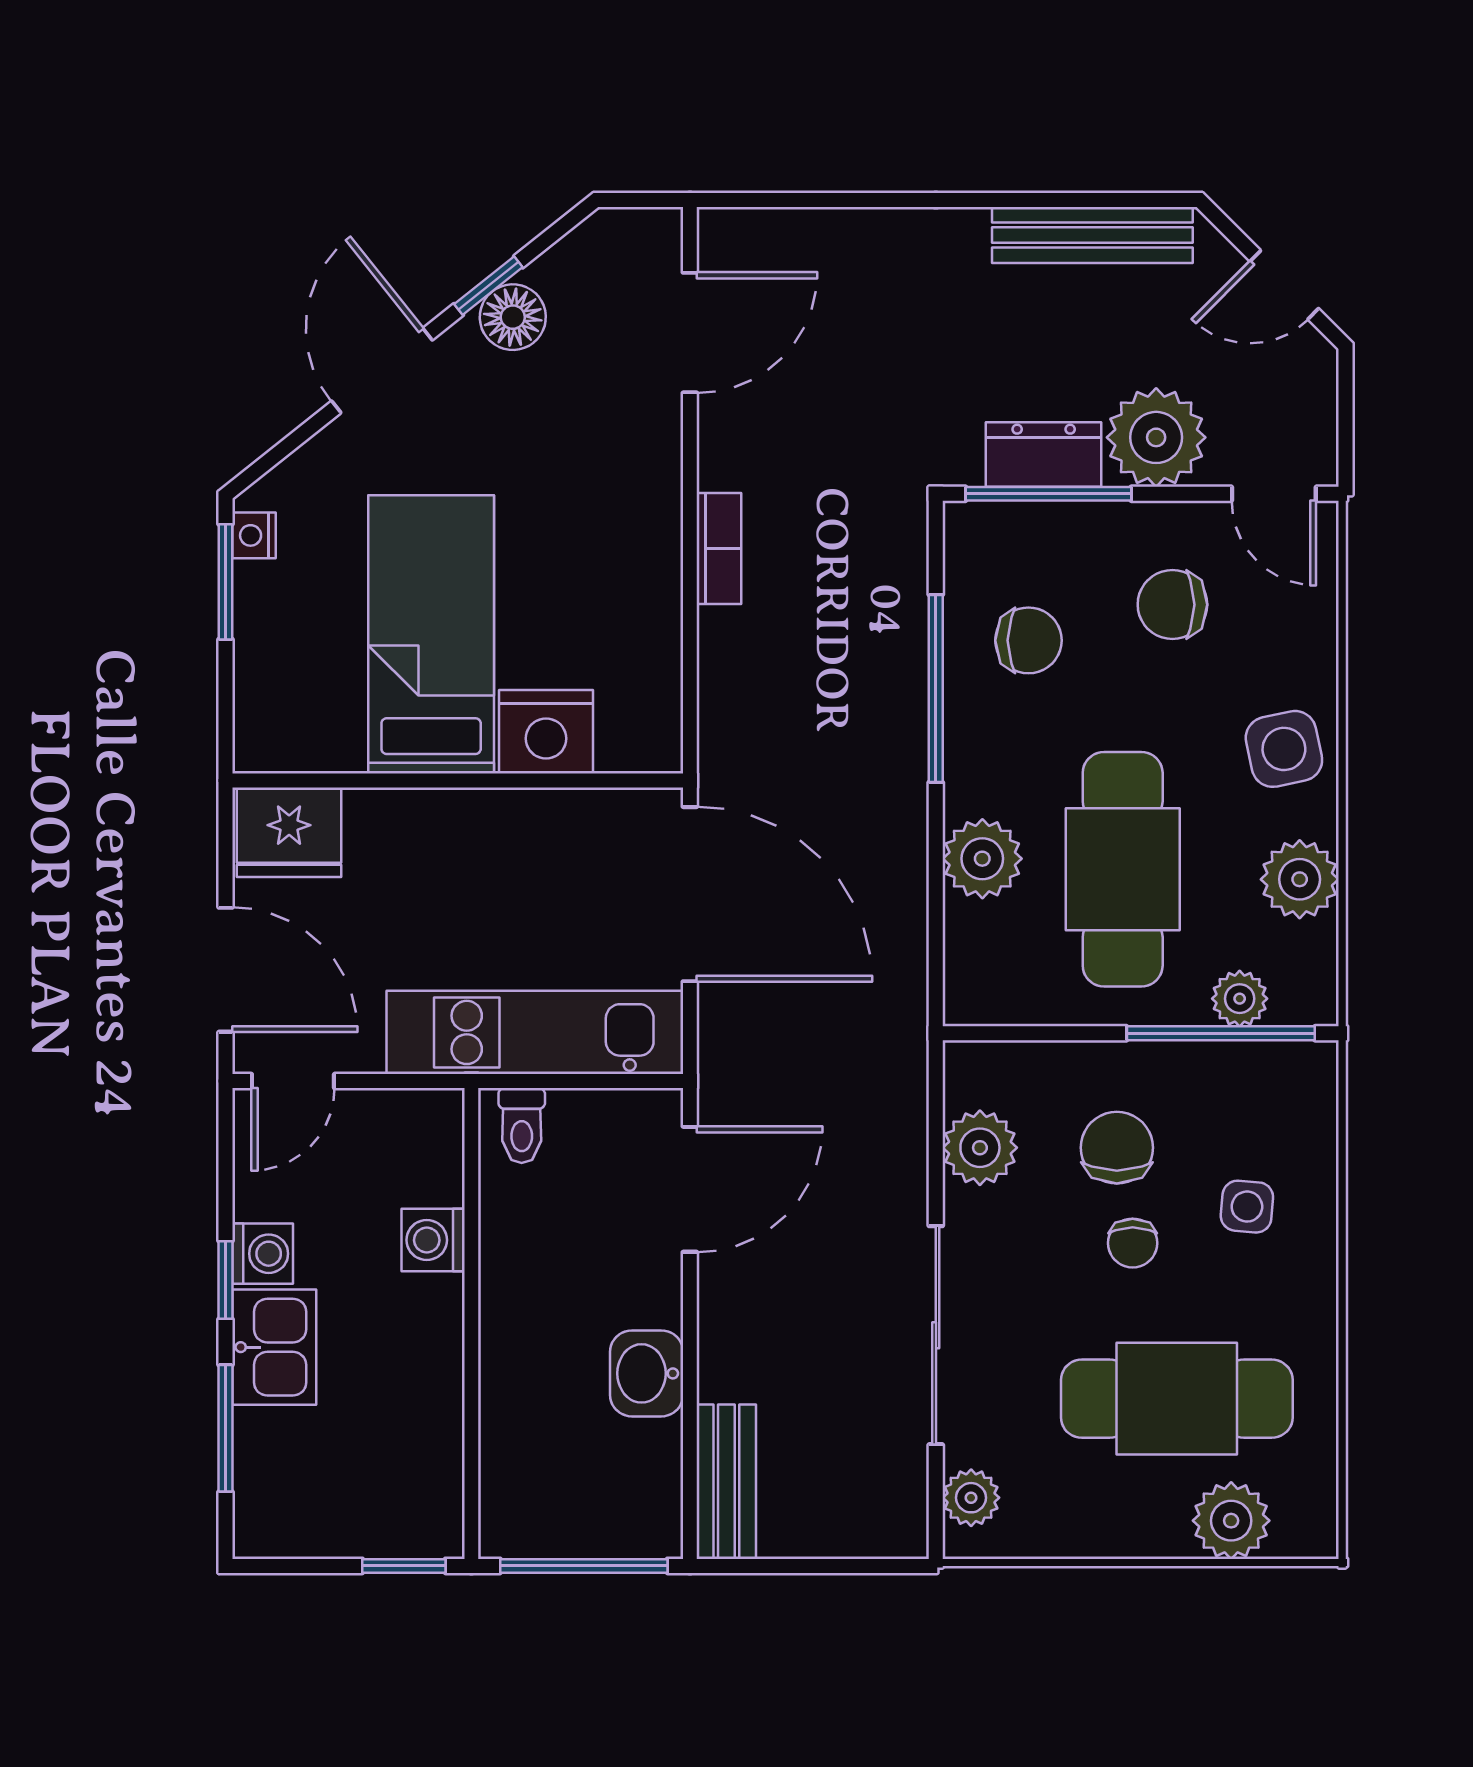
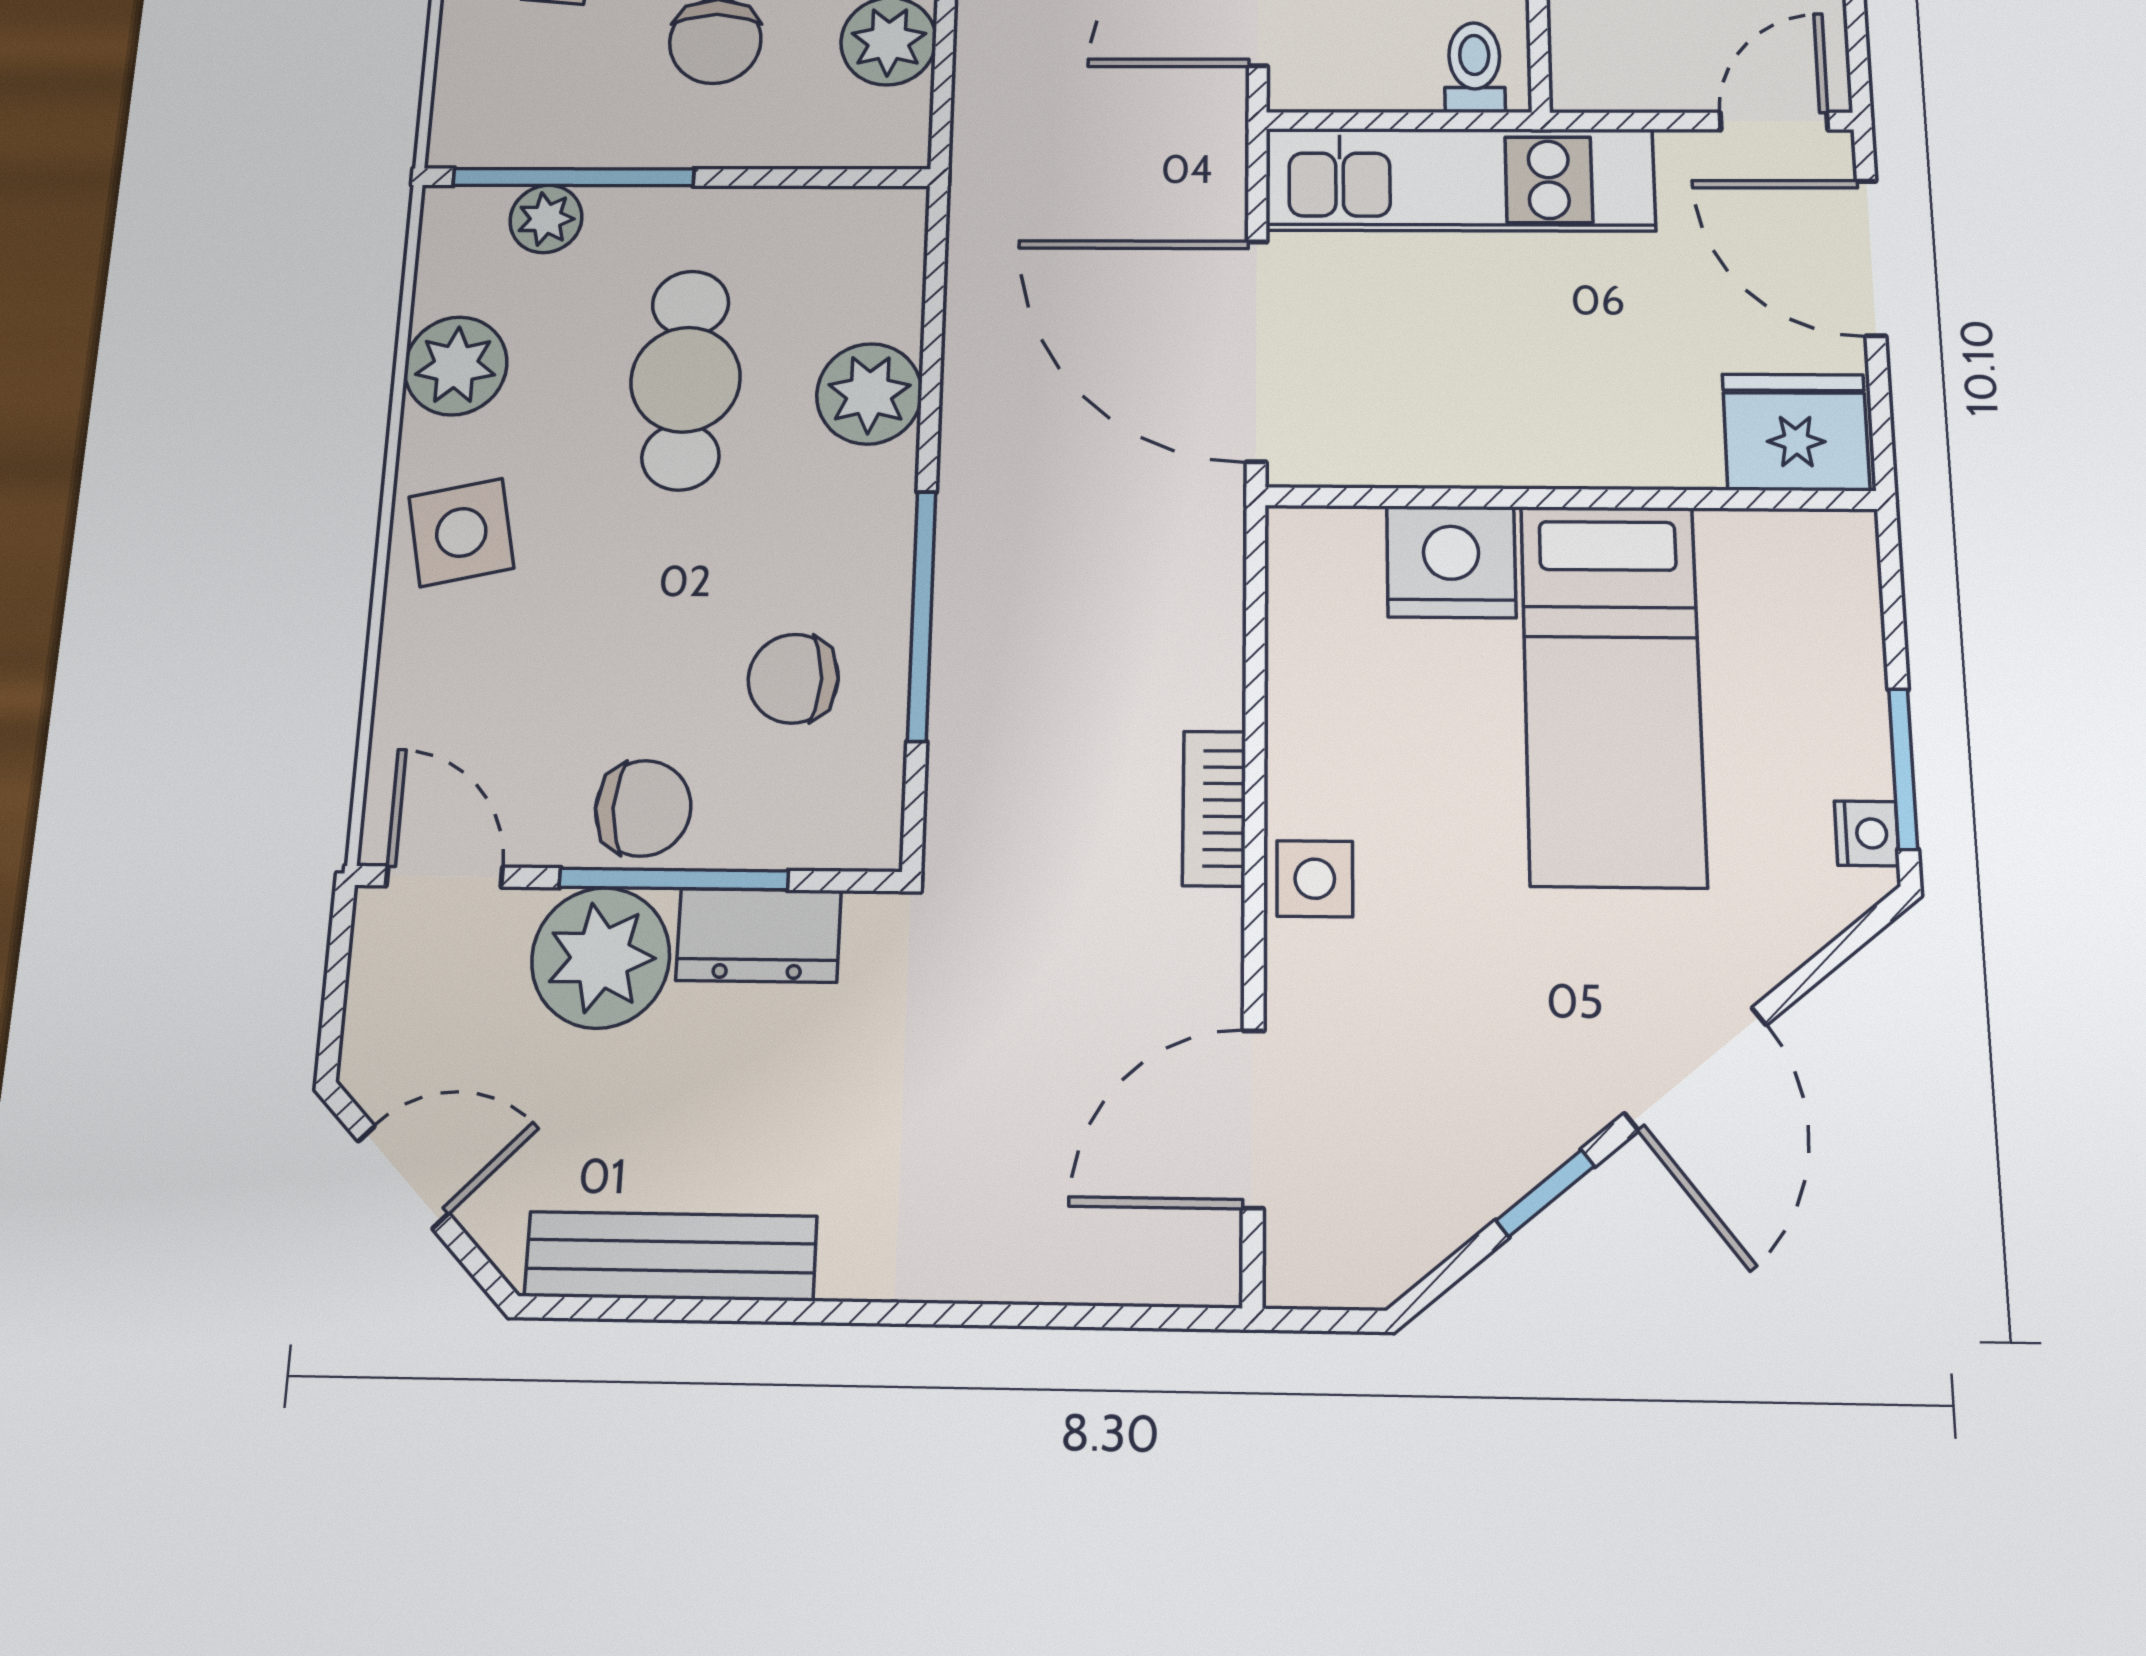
floor lamp: (513, 317) -> (1509, 1145), removed
window: (1048, 494) -> (674, 879), moved
side table: (647, 499) -> (1315, 879), added
chair: (1172, 605) -> (643, 808), moved
cafe table: (1123, 869) -> (685, 380), width x0.73, depth x0.74

